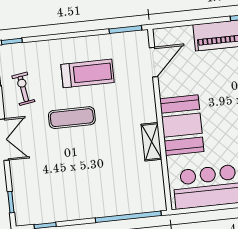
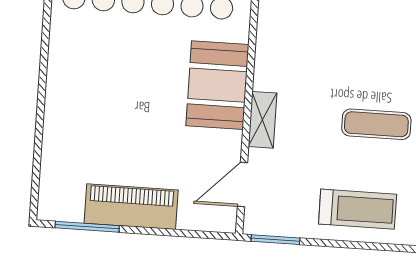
treadmill: (87, 73) -> (358, 209), moved, turned 180
shelving: (151, 142) -> (263, 120), moved

